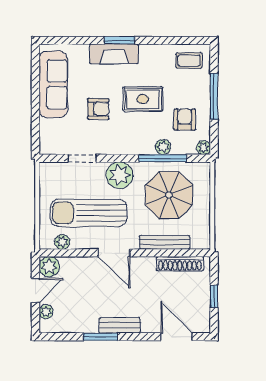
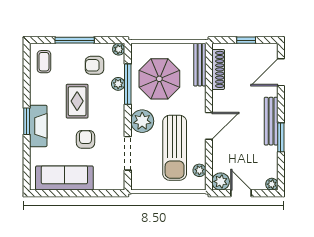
doorway: (82, 158) -> (128, 153), width x1.38
bench: (165, 242) -> (200, 65), moved
plant: (46, 312) -> (272, 184), moved
bench: (120, 325) -> (271, 121), width x1.36

